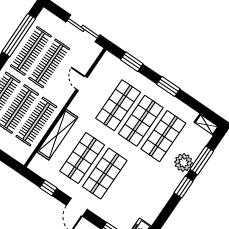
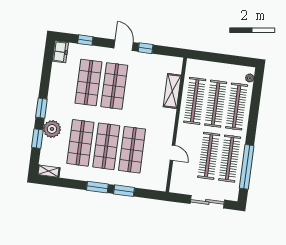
sliding door: (83, 28) -> (207, 202), moved
window: (132, 62) -> (124, 191), moved
shelving: (57, 135) -> (172, 91), width x0.68
shop shelf: (82, 158) -> (88, 83), moved
window: (202, 160) -> (37, 139), width x0.69
window: (48, 188) -> (146, 48), moved

